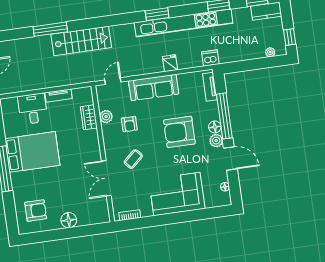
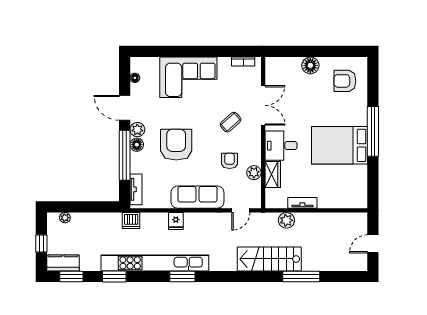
window: (290, 37) -> (41, 244), moved
plant: (71, 78) -> (286, 220), added
desk: (33, 109) -> (281, 146), moved, turned 90
armchair: (179, 132) -> (176, 145), turned -90

